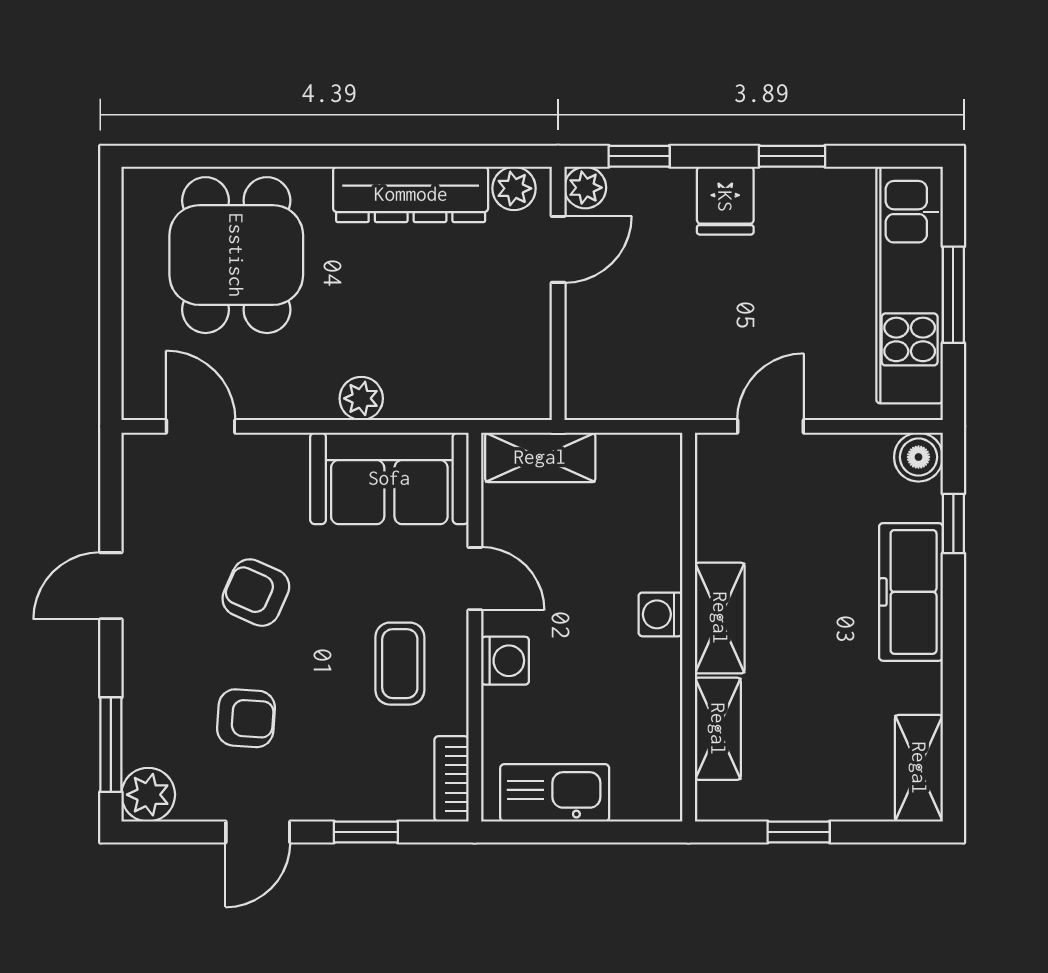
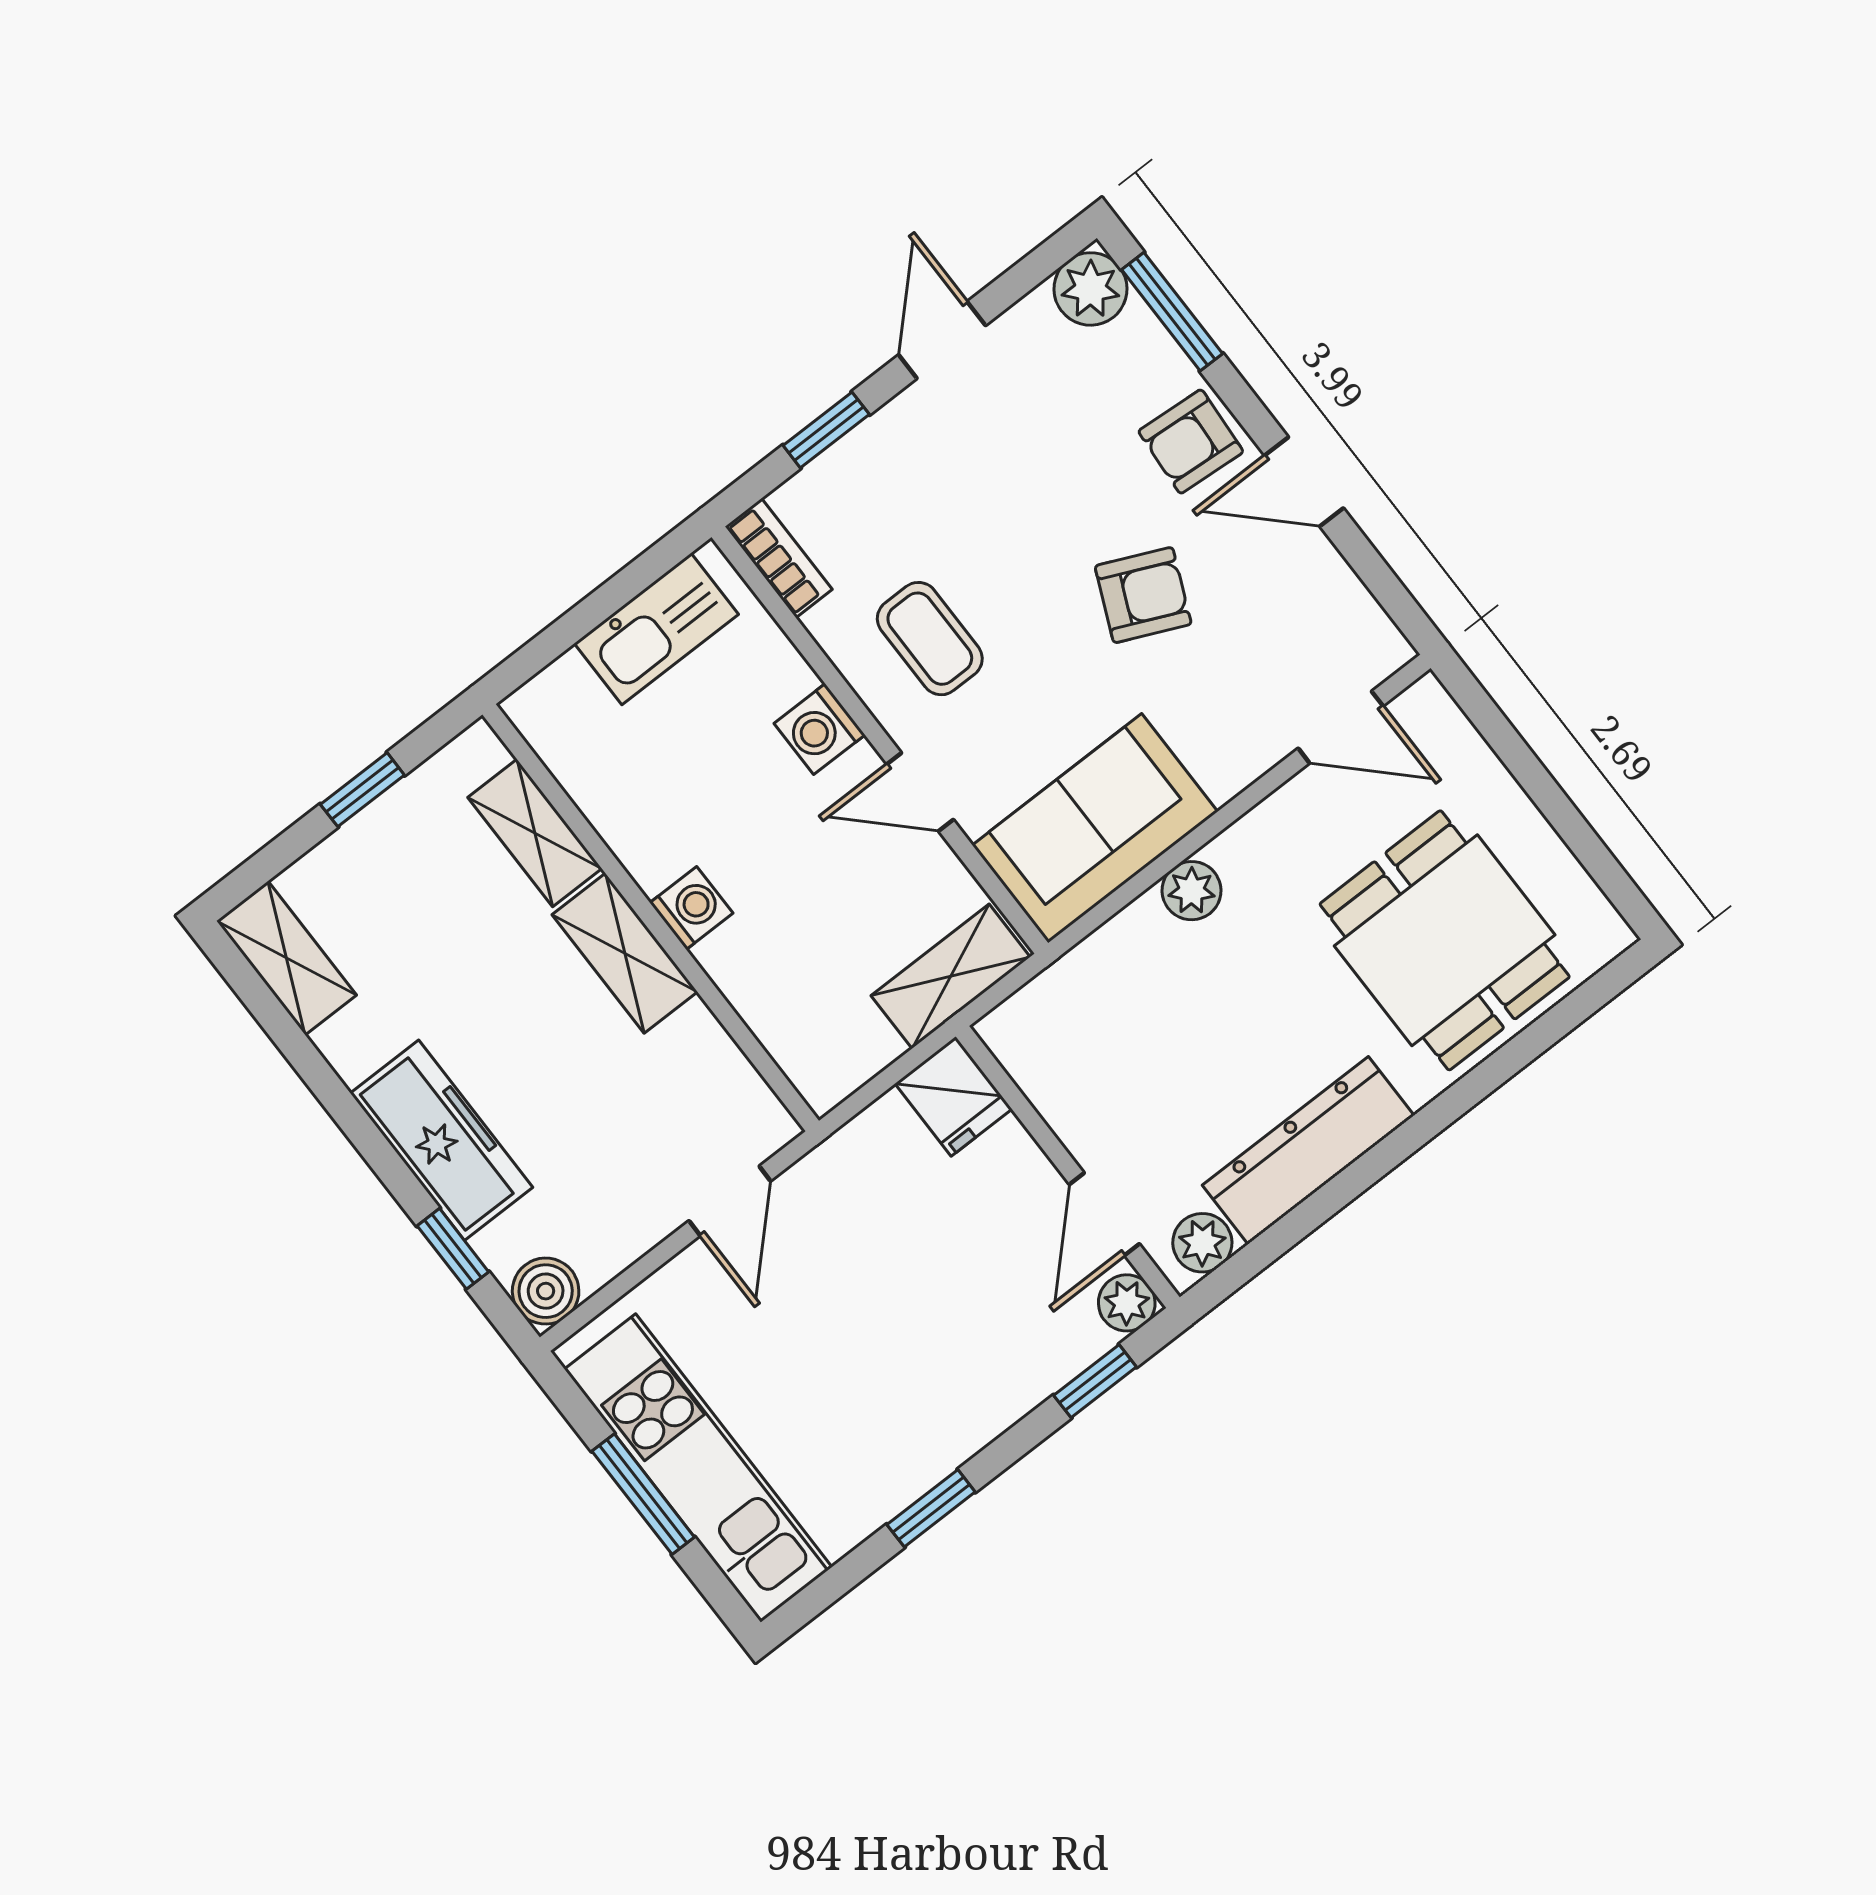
fridge: (725, 201) -> (953, 1096), moved, turned 180
door: (111, 586) -> (1304, 482), swing flipped
armchair: (246, 718) -> (1191, 442), moved

